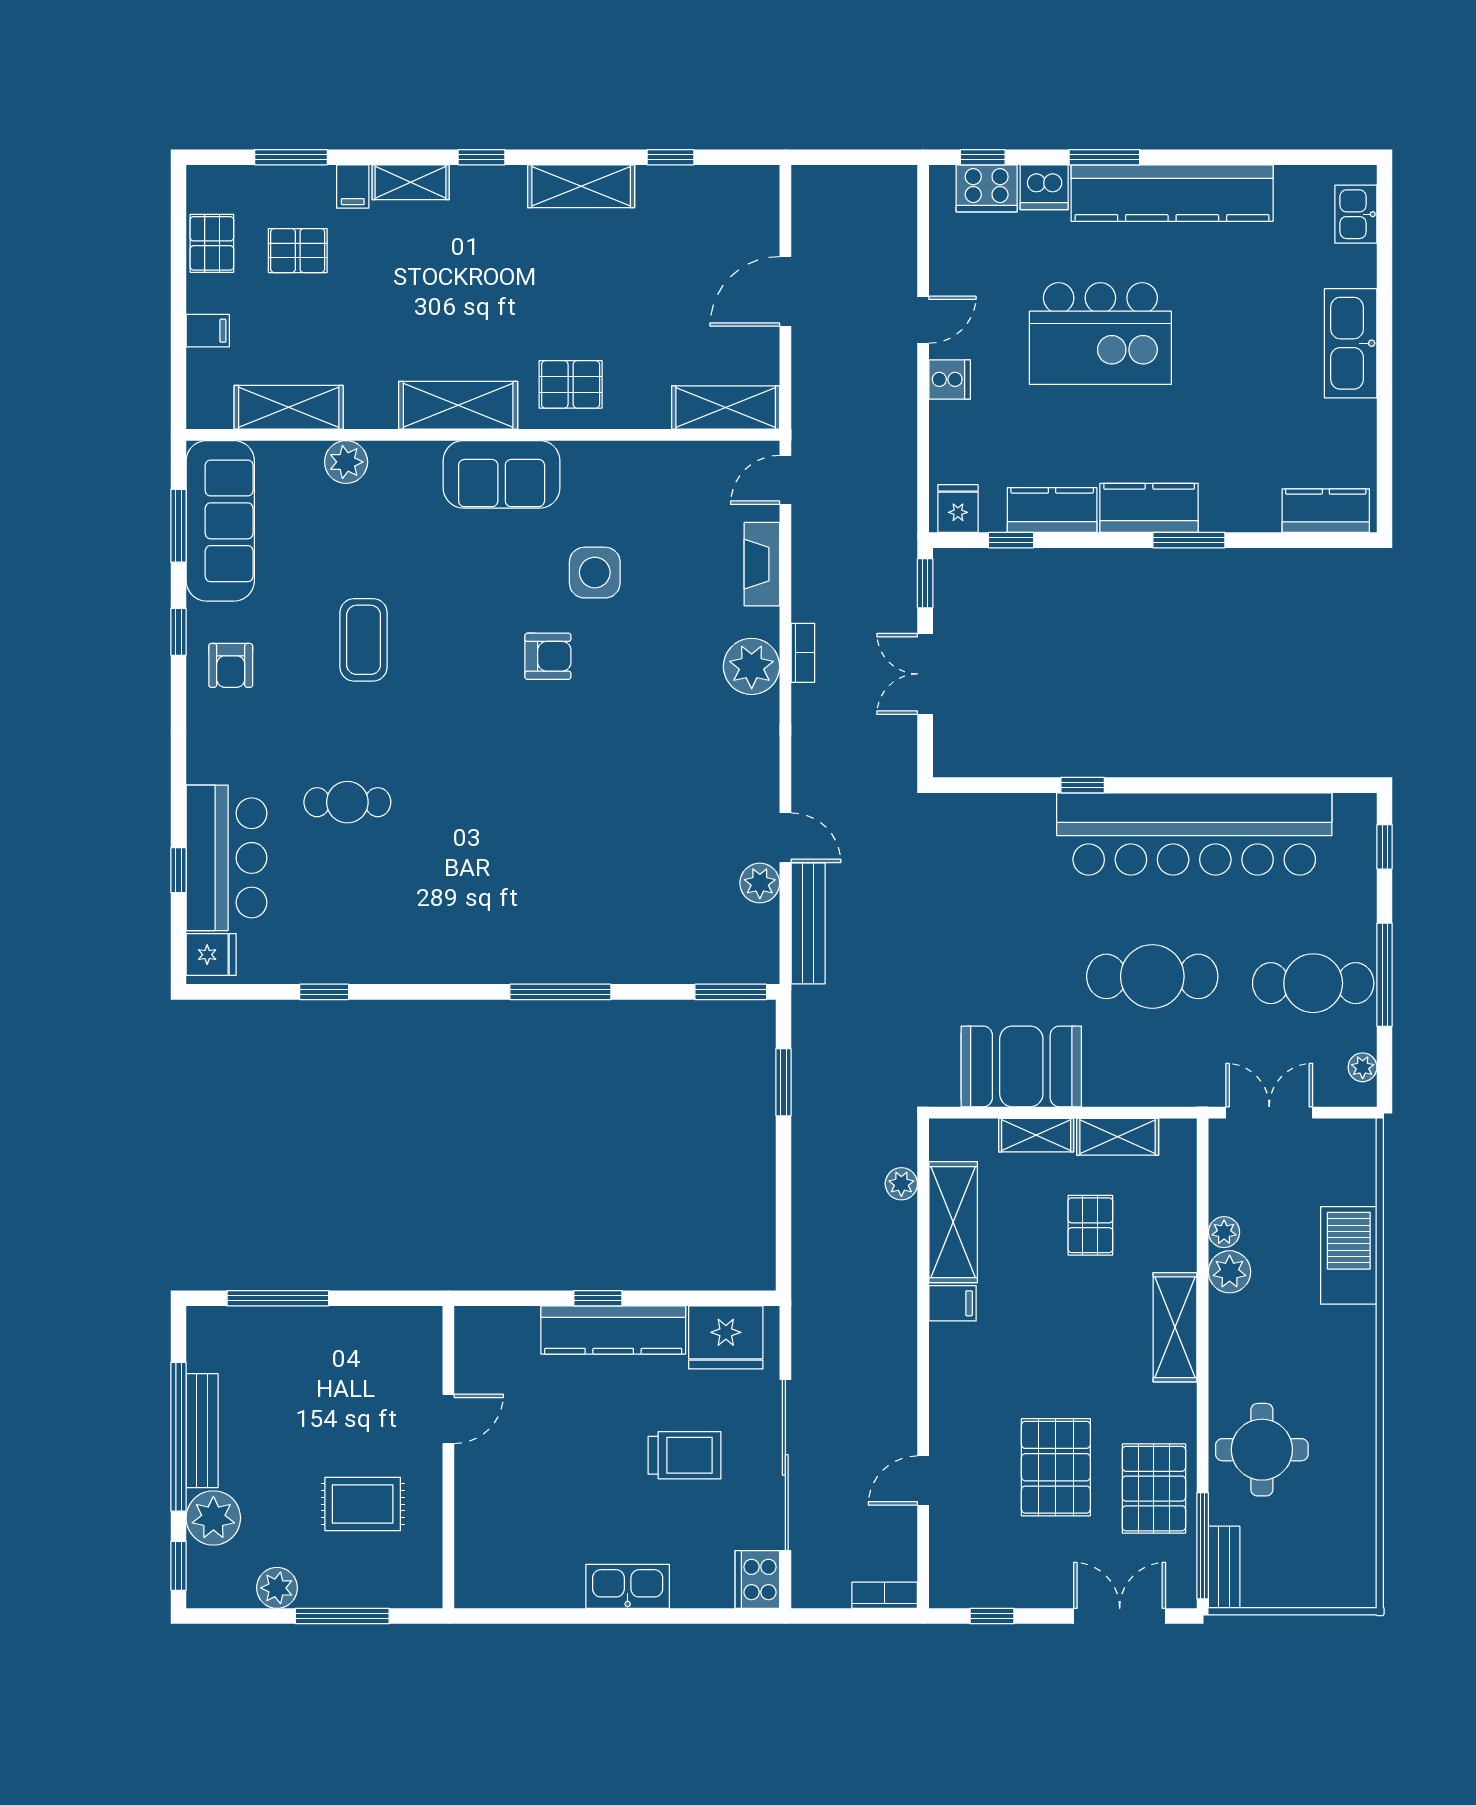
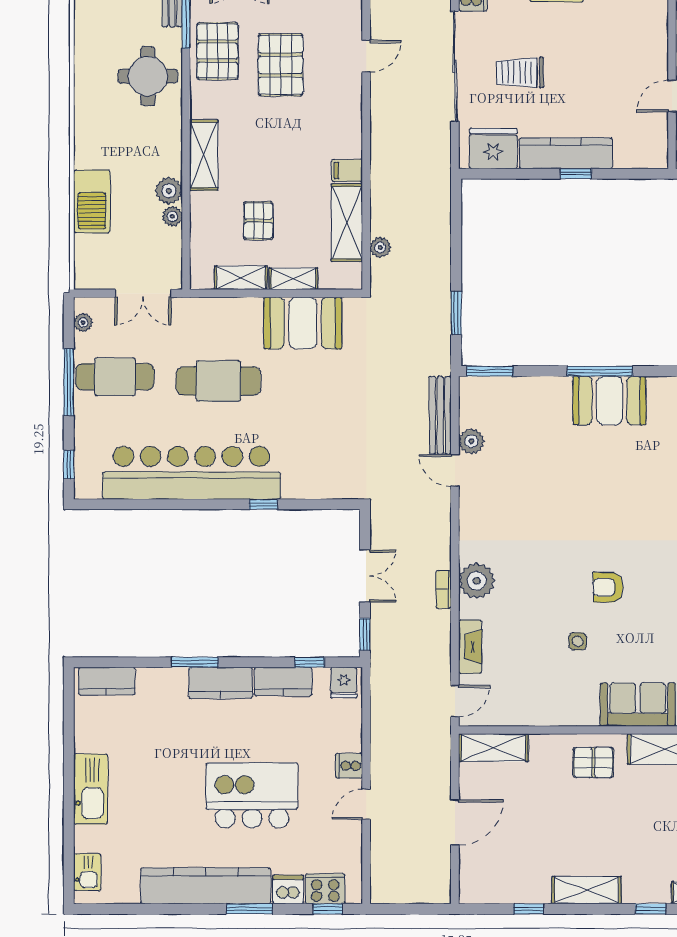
side table: (595, 573) -> (578, 641), width x0.54, depth x0.54
booth: (546, 946) -> (609, 400), added

